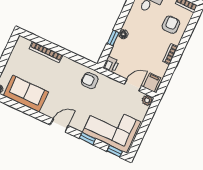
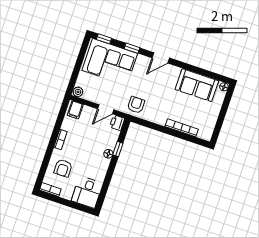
armchair: (90, 81) -> (136, 105), turned -90
door: (133, 85) -> (106, 109), moved

